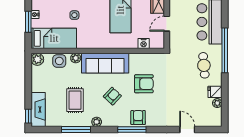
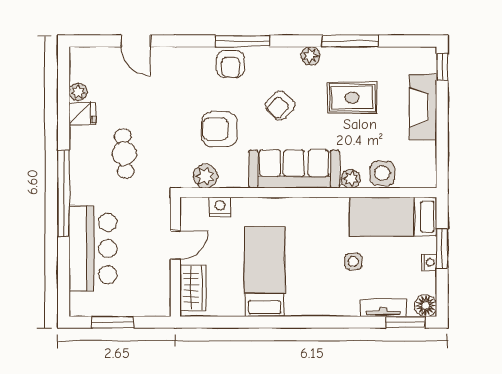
plant: (37, 59) -> (205, 176), moved
cafe table: (204, 65) -> (124, 154), moved
rug: (75, 100) -> (352, 98), turned 90
fireplace: (38, 110) -> (423, 107), moved

